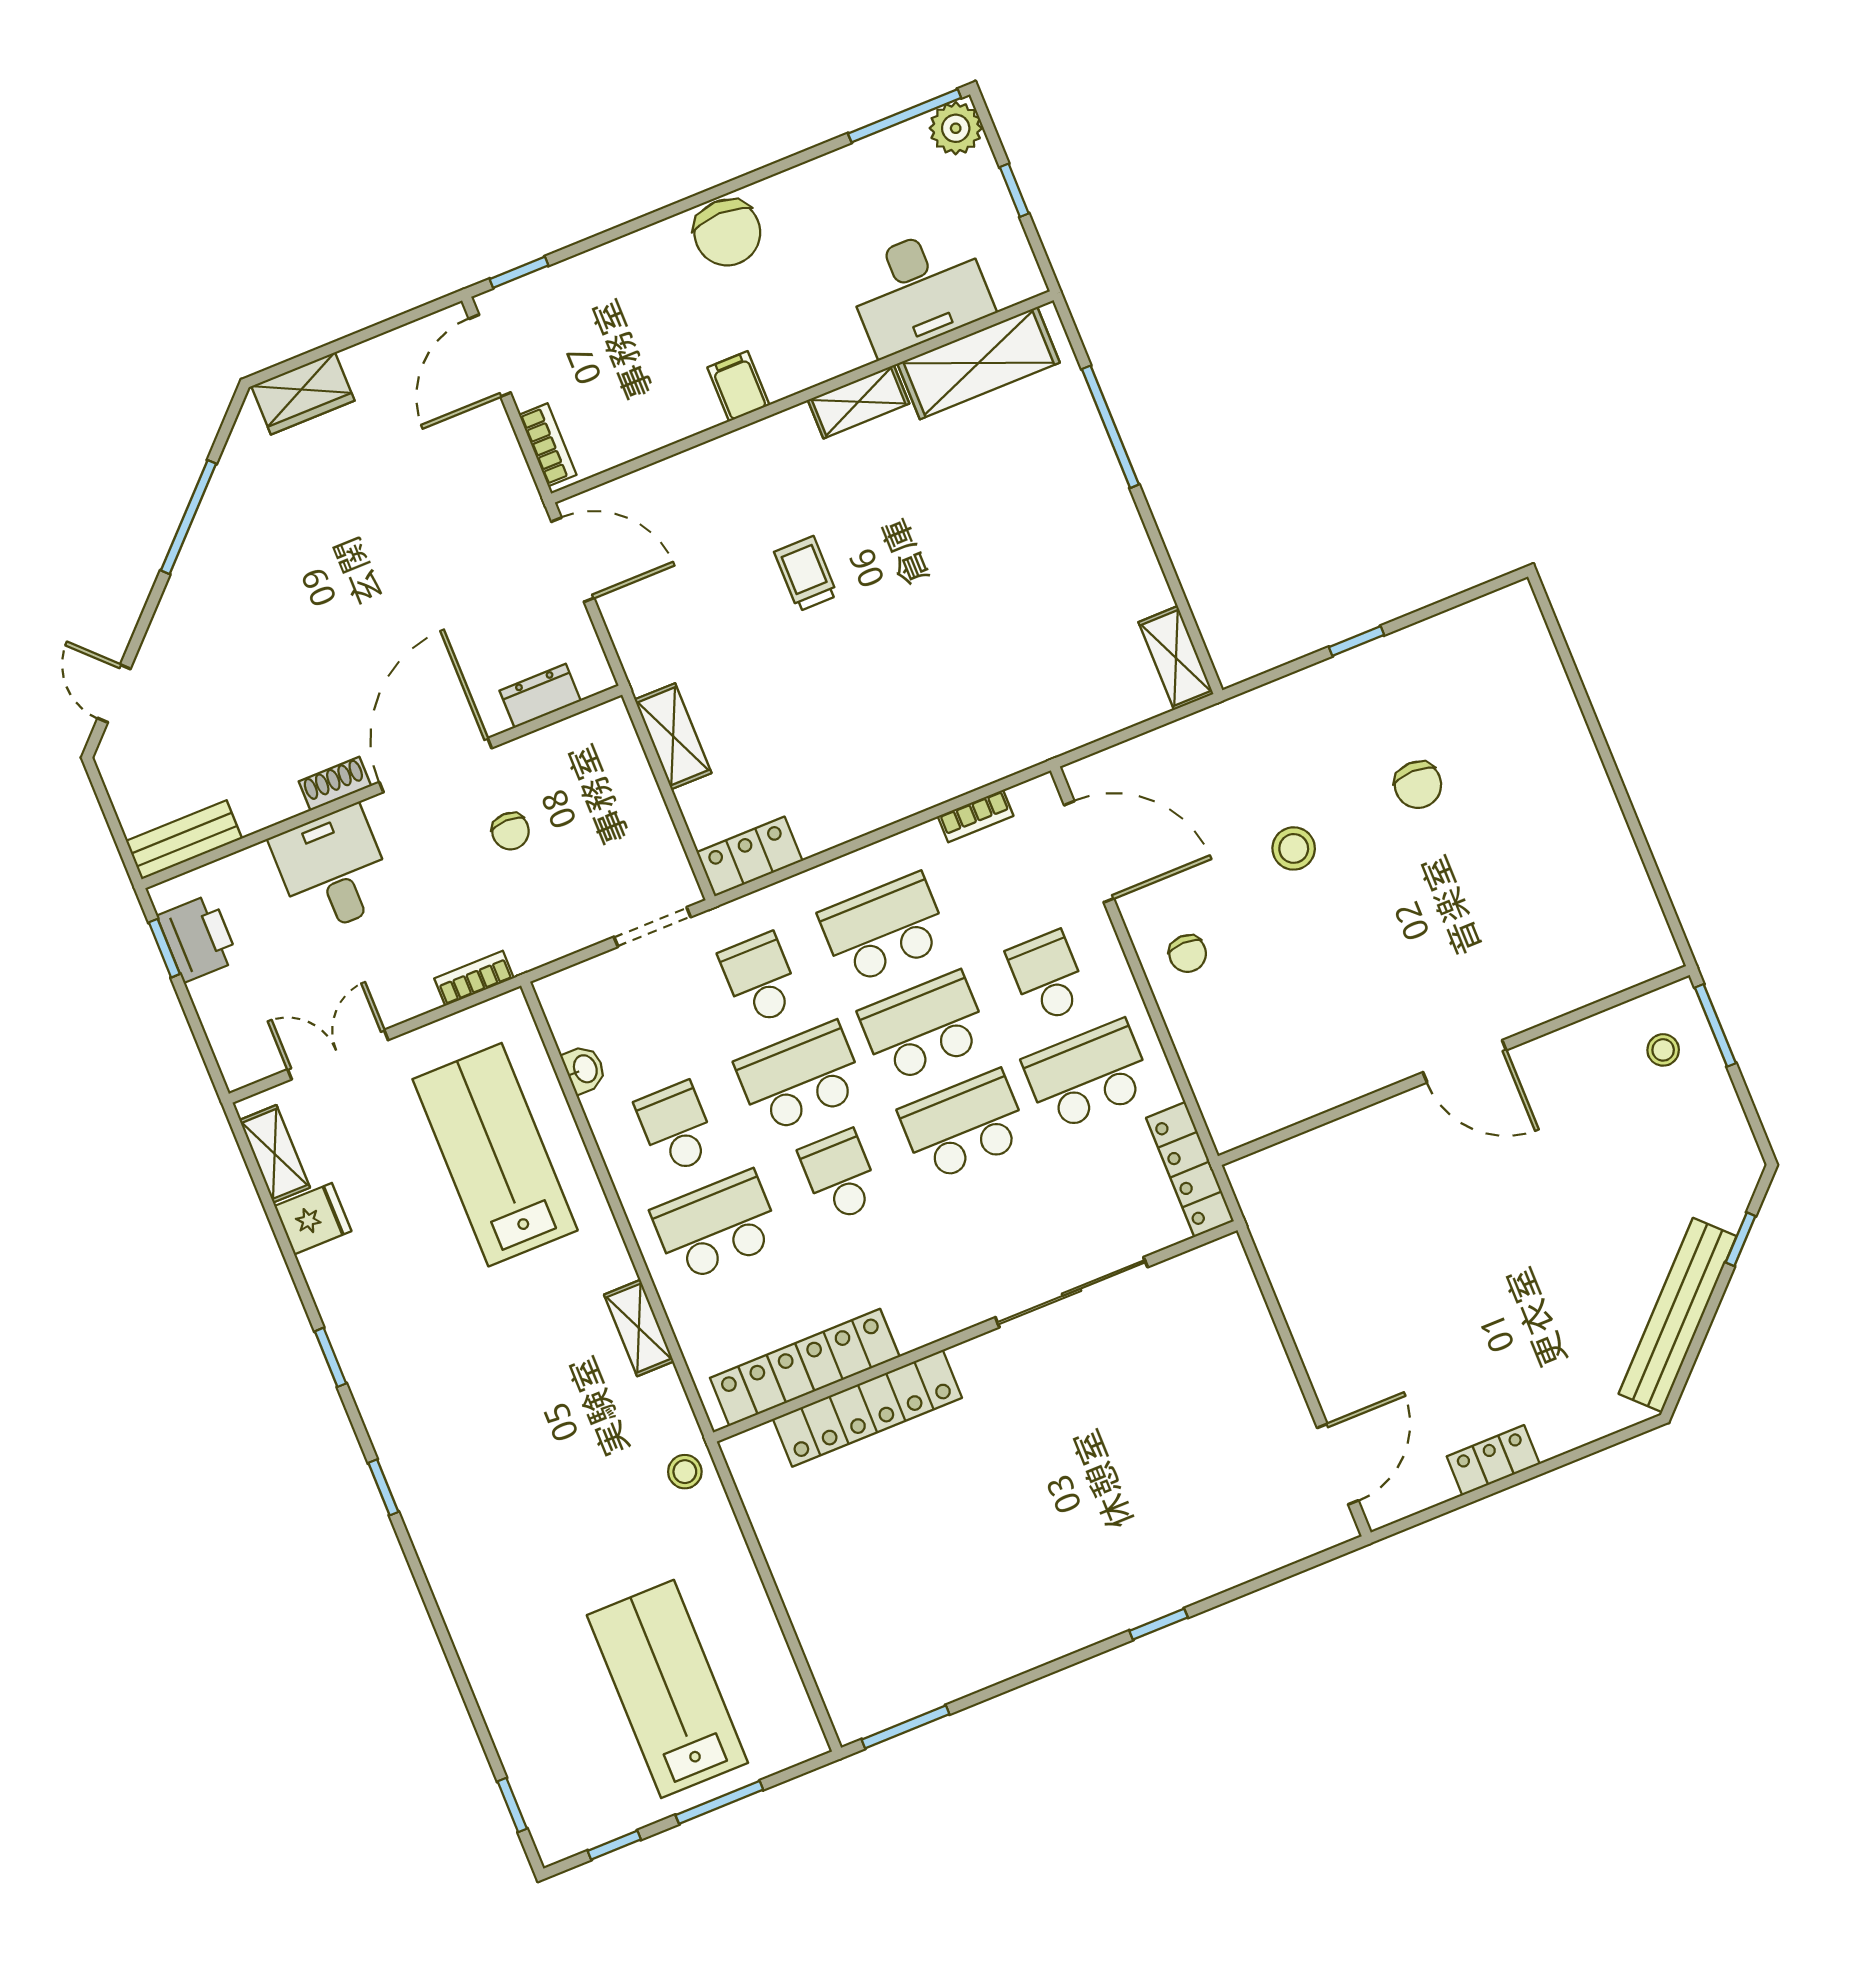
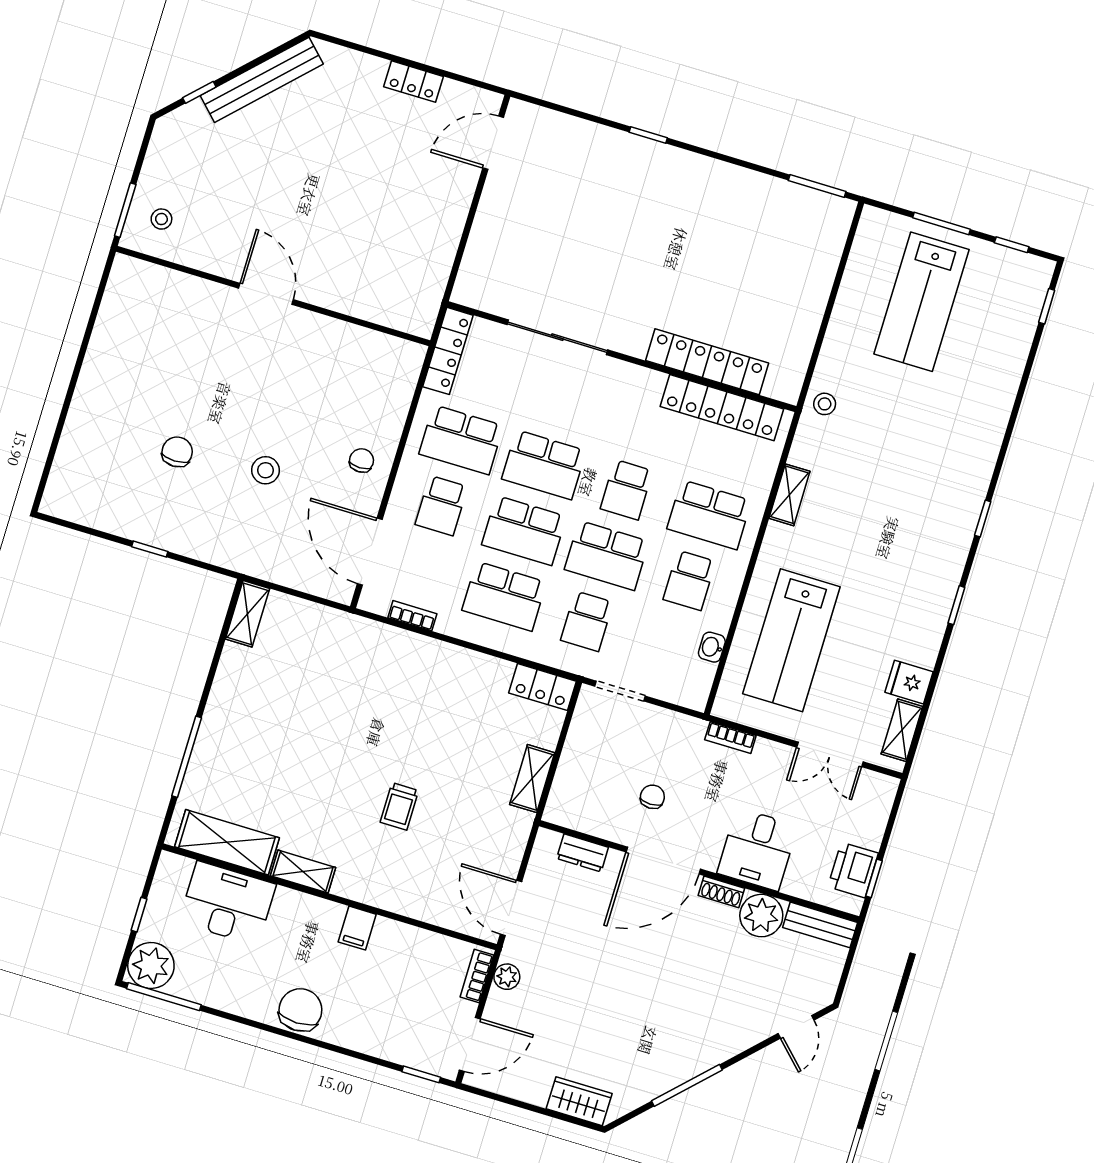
plant: (956, 128) -> (151, 966), width x1.36, depth x1.36
plant: (511, 473) -> (507, 977), added
plant: (264, 794) -> (761, 916), added

